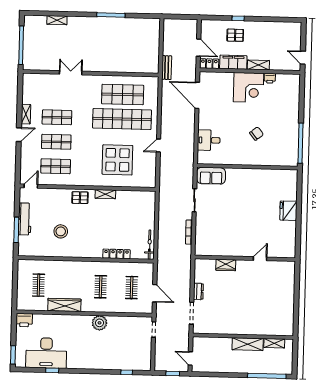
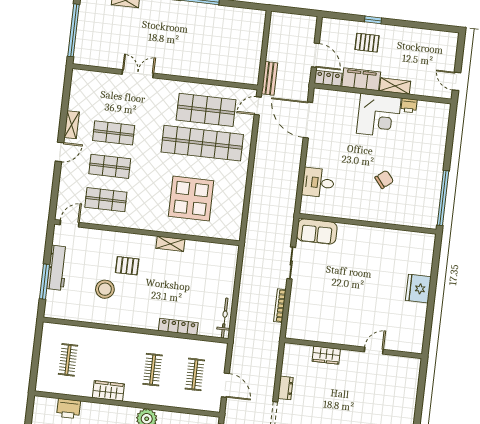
door: (158, 145) -> (258, 106), moved
pallet: (80, 198) -> (127, 266), moved
wardrobe: (64, 305) -> (108, 391), width x0.67
printer: (24, 320) -> (69, 409), moved

